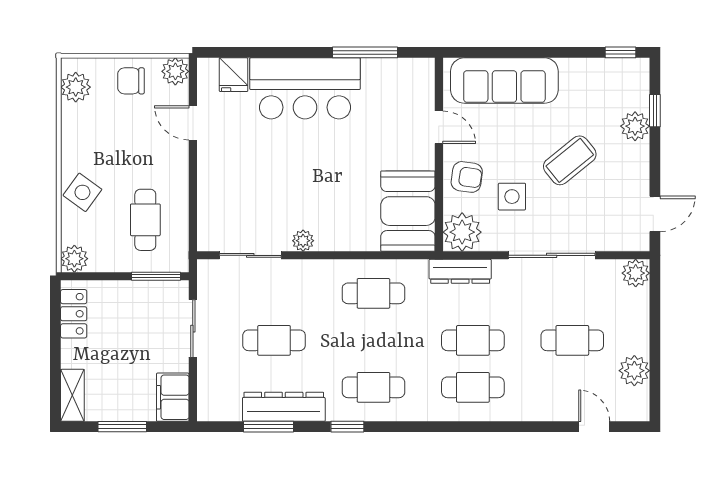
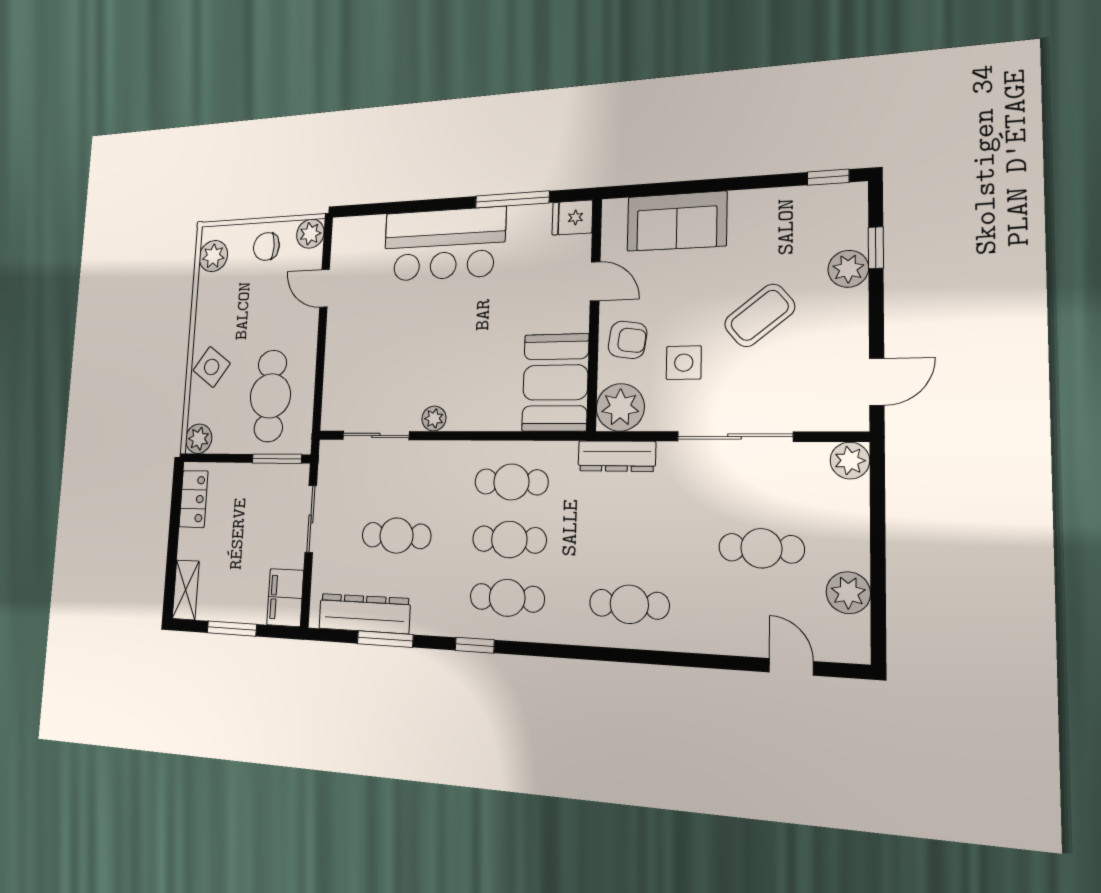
fridge: (234, 75) -> (572, 218), moved, turned 90
sofa: (504, 81) -> (677, 221), width x0.73
cafe table: (145, 220) -> (270, 396), width x1.37, depth x1.35
cafe table: (473, 340) -> (509, 539), moved
dresser: (284, 407) -> (364, 614), moved

